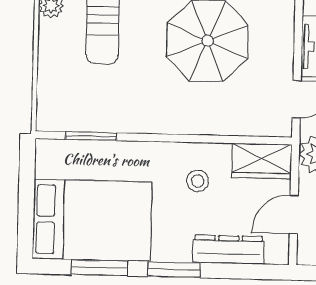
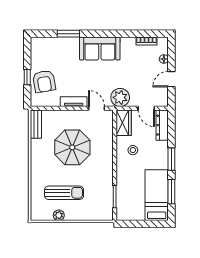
bed: (92, 220) -> (157, 195), width x0.67
dresser: (228, 250) -> (162, 125), moved

